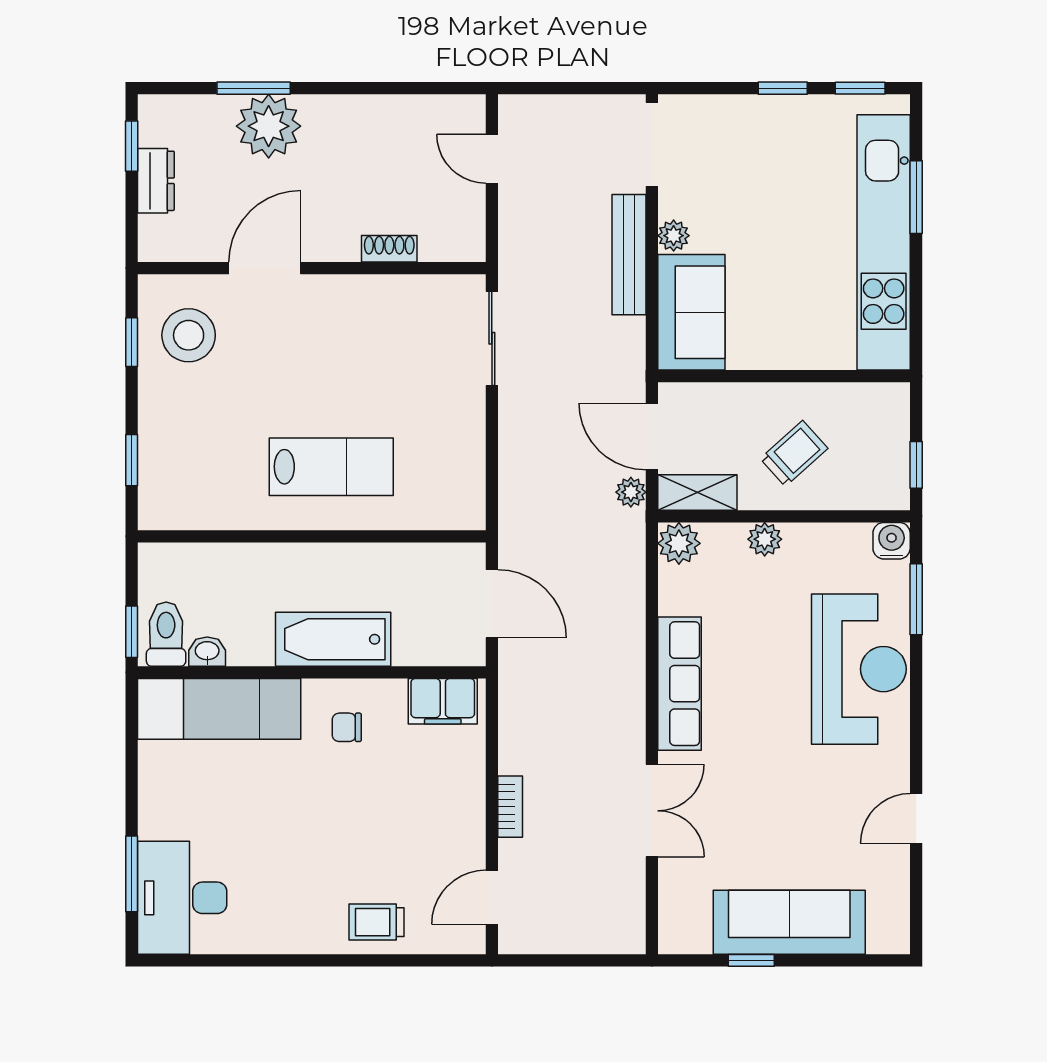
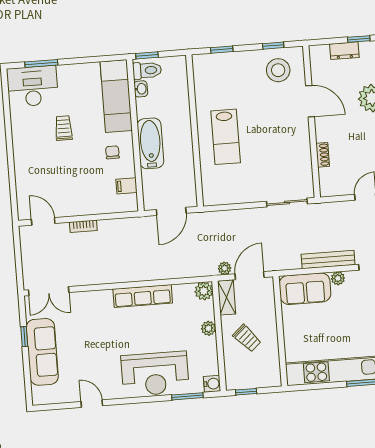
filing cabinet: (443, 701) -> (126, 186), width x0.50
double door: (652, 811) -> (49, 291), moved
trolley: (376, 922) -> (64, 128), moved

